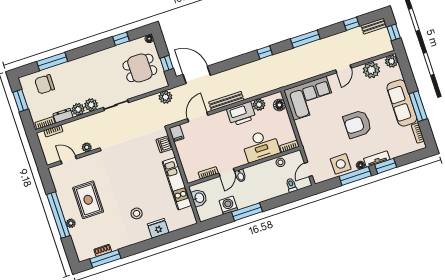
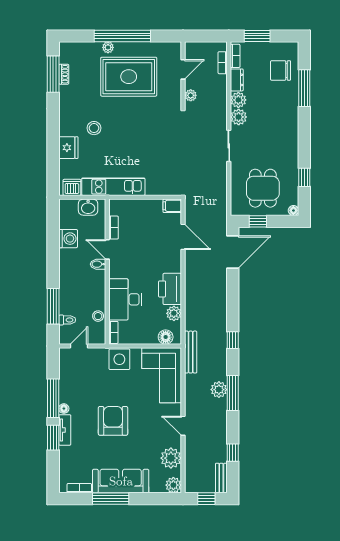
chair: (45, 84) -> (281, 70), turned -90
plant: (165, 97) -> (219, 390), moved
window: (20, 101) -> (257, 36), moved
bench: (226, 101) -> (191, 352), moved
dishwasher: (164, 144) -> (72, 187), moved
side table: (341, 164) -> (119, 359), moved
door: (308, 169) -> (79, 346), hinge flipped
rug: (88, 200) -> (129, 77), width x1.37, depth x1.44
window: (247, 212) -> (53, 306), moved

